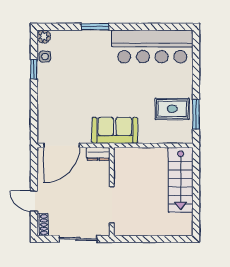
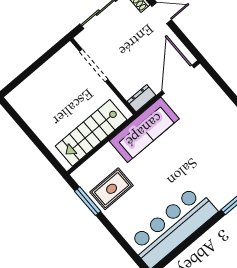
sofa: (115, 130) -> (144, 130), width x1.36
stairs: (181, 180) -> (91, 133), moved, turned -90

